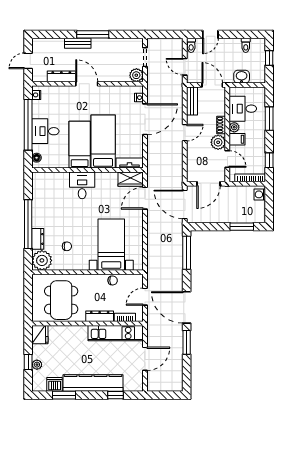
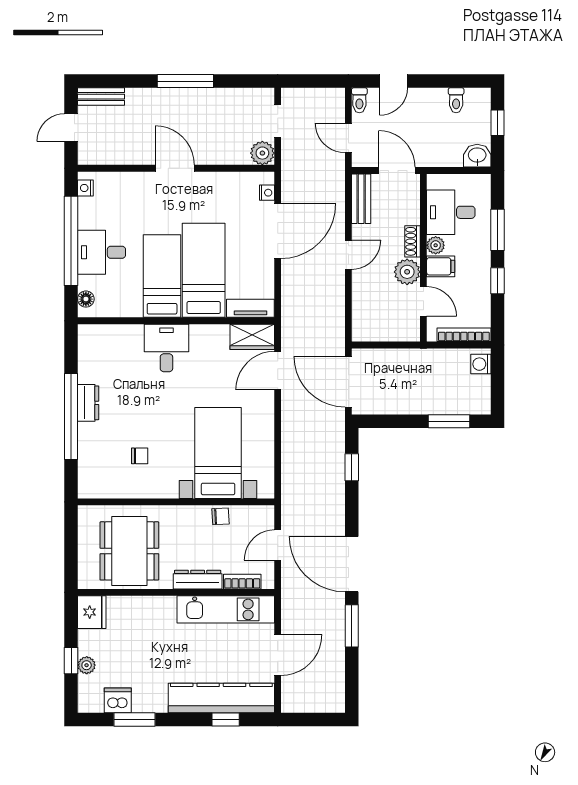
bench: (78, 43) -> (101, 97), moved
dresser: (61, 76) -> (130, 155), removed
washbasin: (242, 77) -> (477, 156), moved
window: (269, 160) -> (497, 281), moved
door: (209, 184) -> (390, 345), removed
dresser: (38, 239) -> (88, 403), moved
window: (187, 253) -> (352, 467), width x0.46
plant: (42, 260) -> (95, 481), removed
kitchen counter: (93, 383) -> (221, 698), moved

